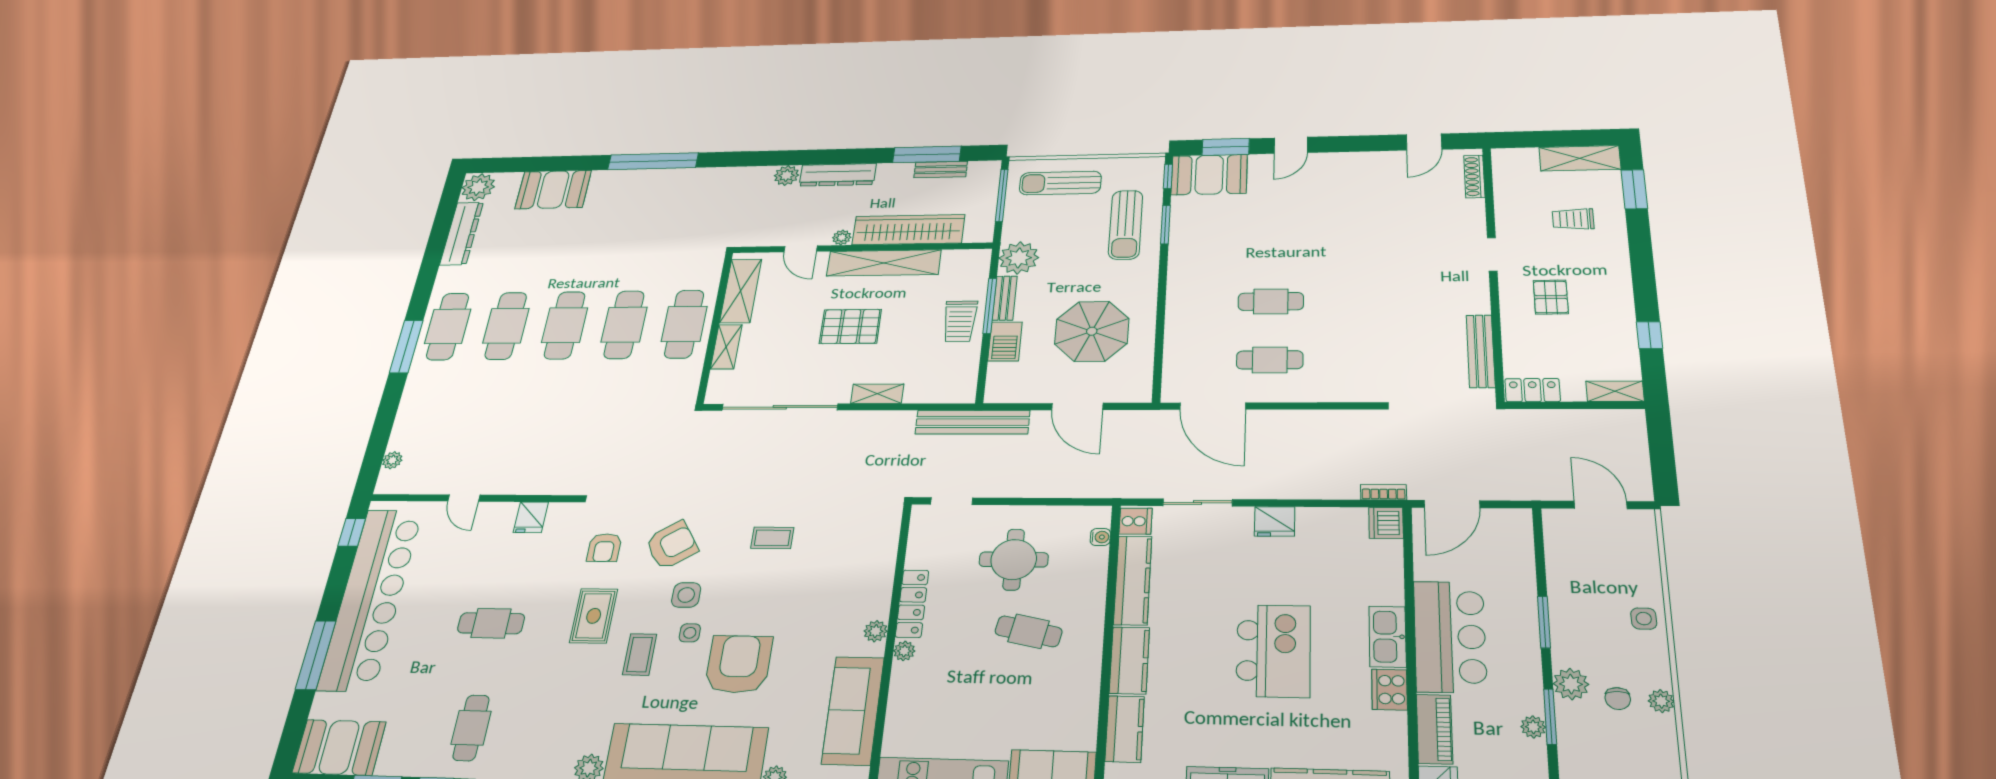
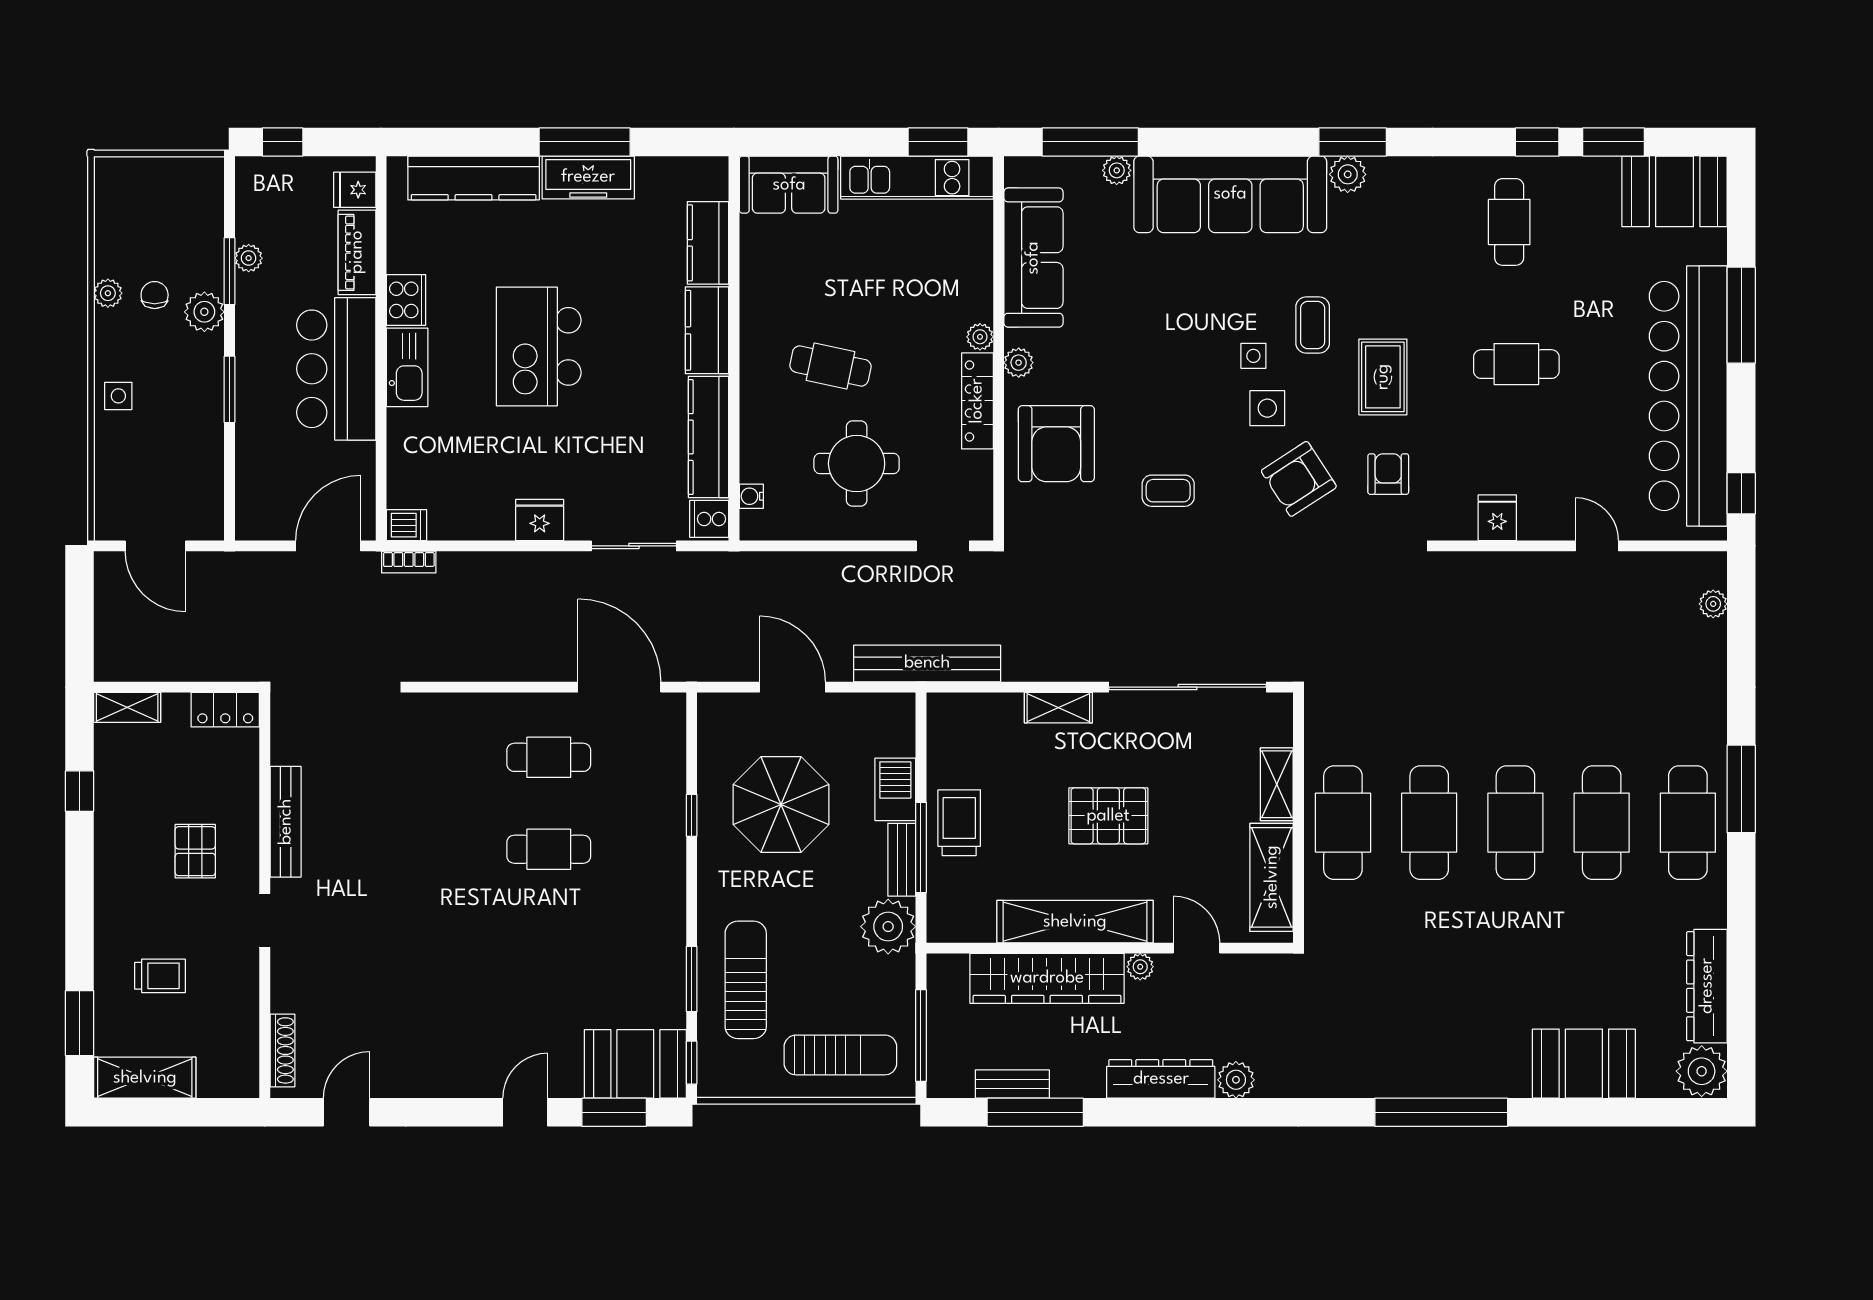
window: (1160, 324) -> (692, 815), added
bench: (1481, 351) -> (286, 822), moved
dishwasher: (1386, 523) -> (407, 525), width x0.73
armchair: (739, 664) -> (1056, 444), moved

